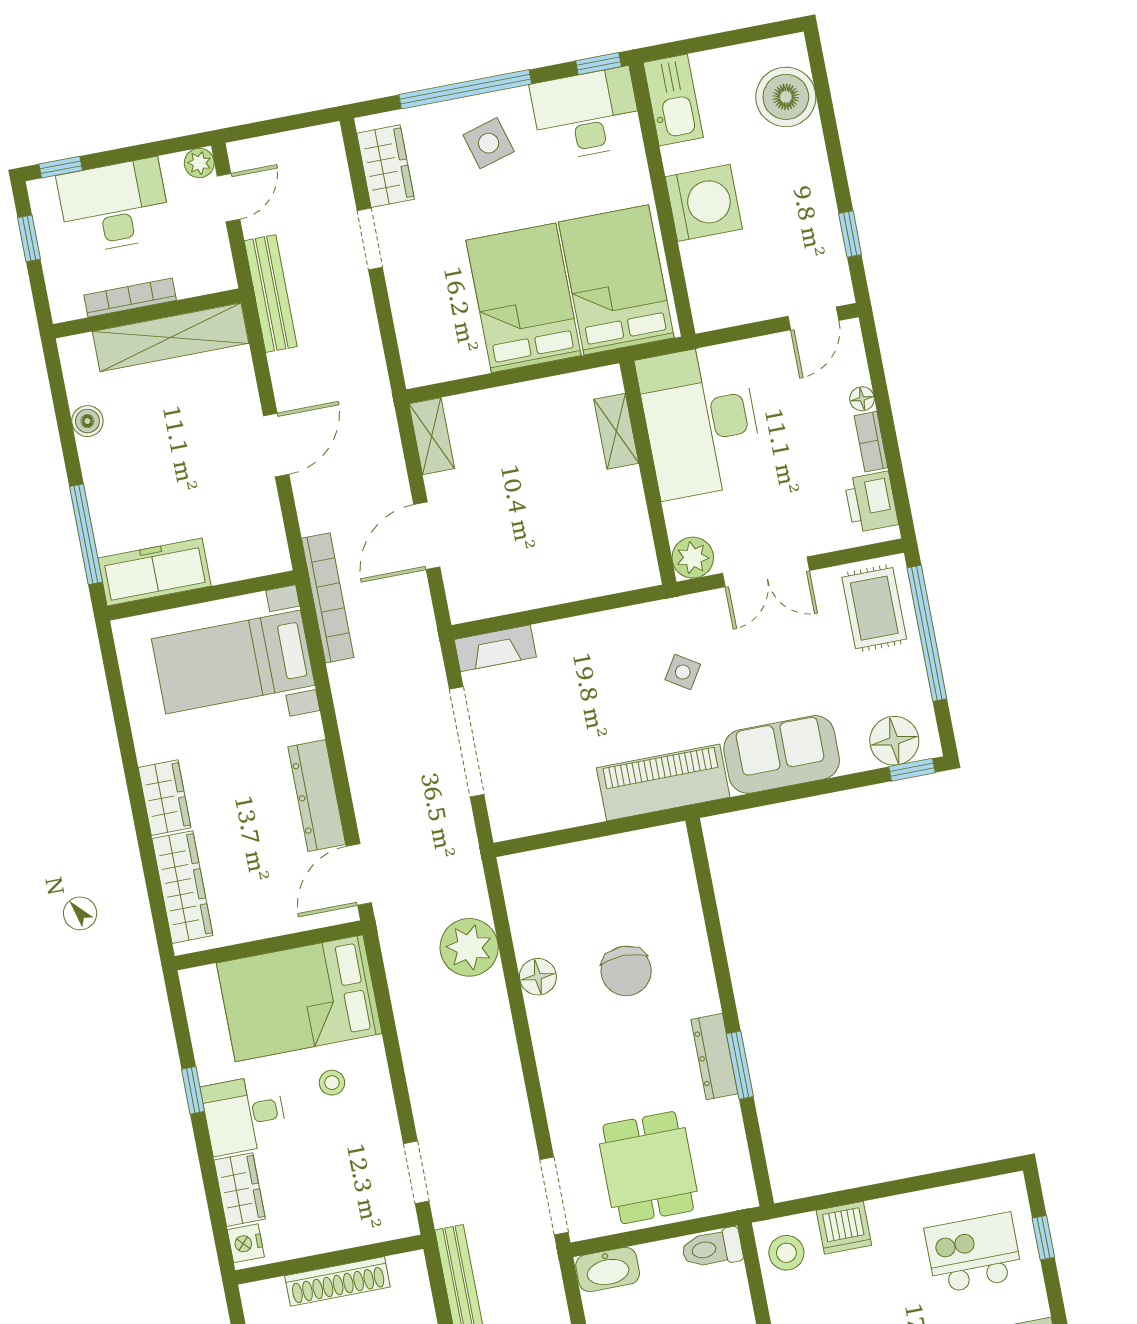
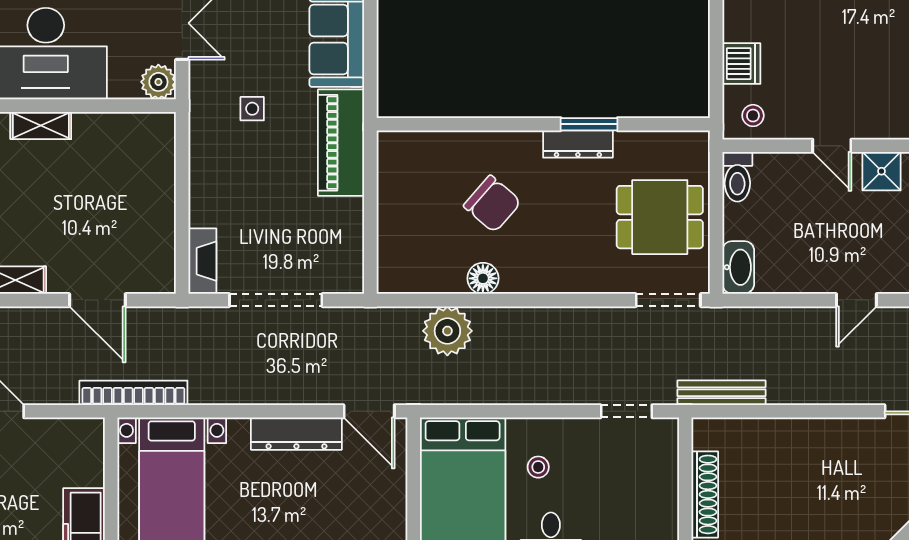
side table: (683, 672) -> (252, 109), turned -32
chair: (626, 971) -> (492, 204), turned 41
stool: (786, 1253) -> (753, 116), width x0.73, depth x0.73

